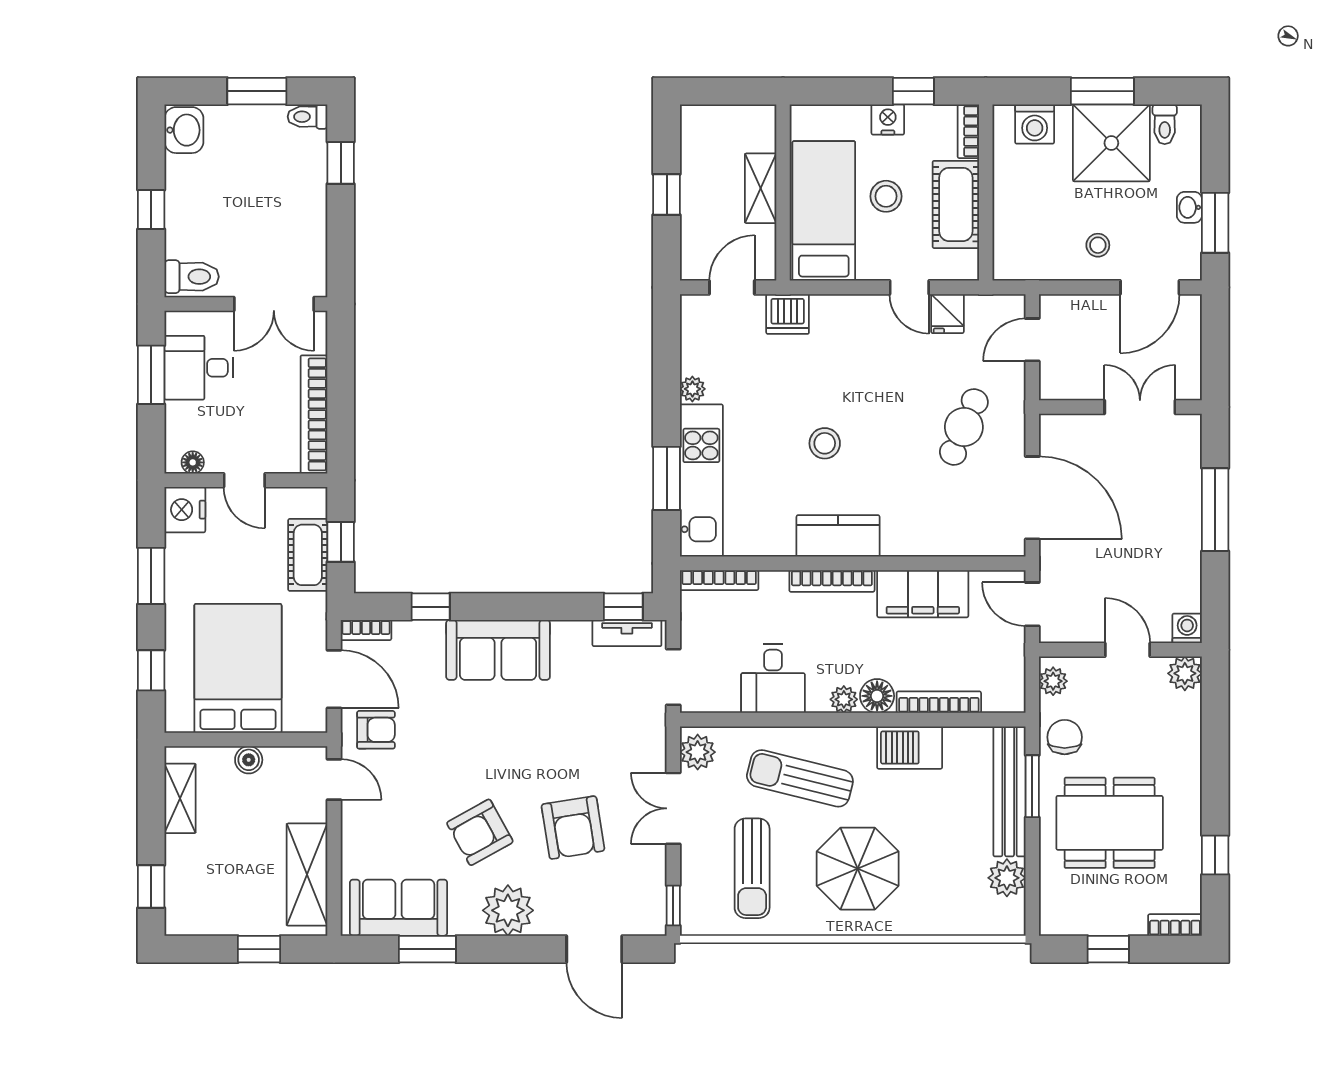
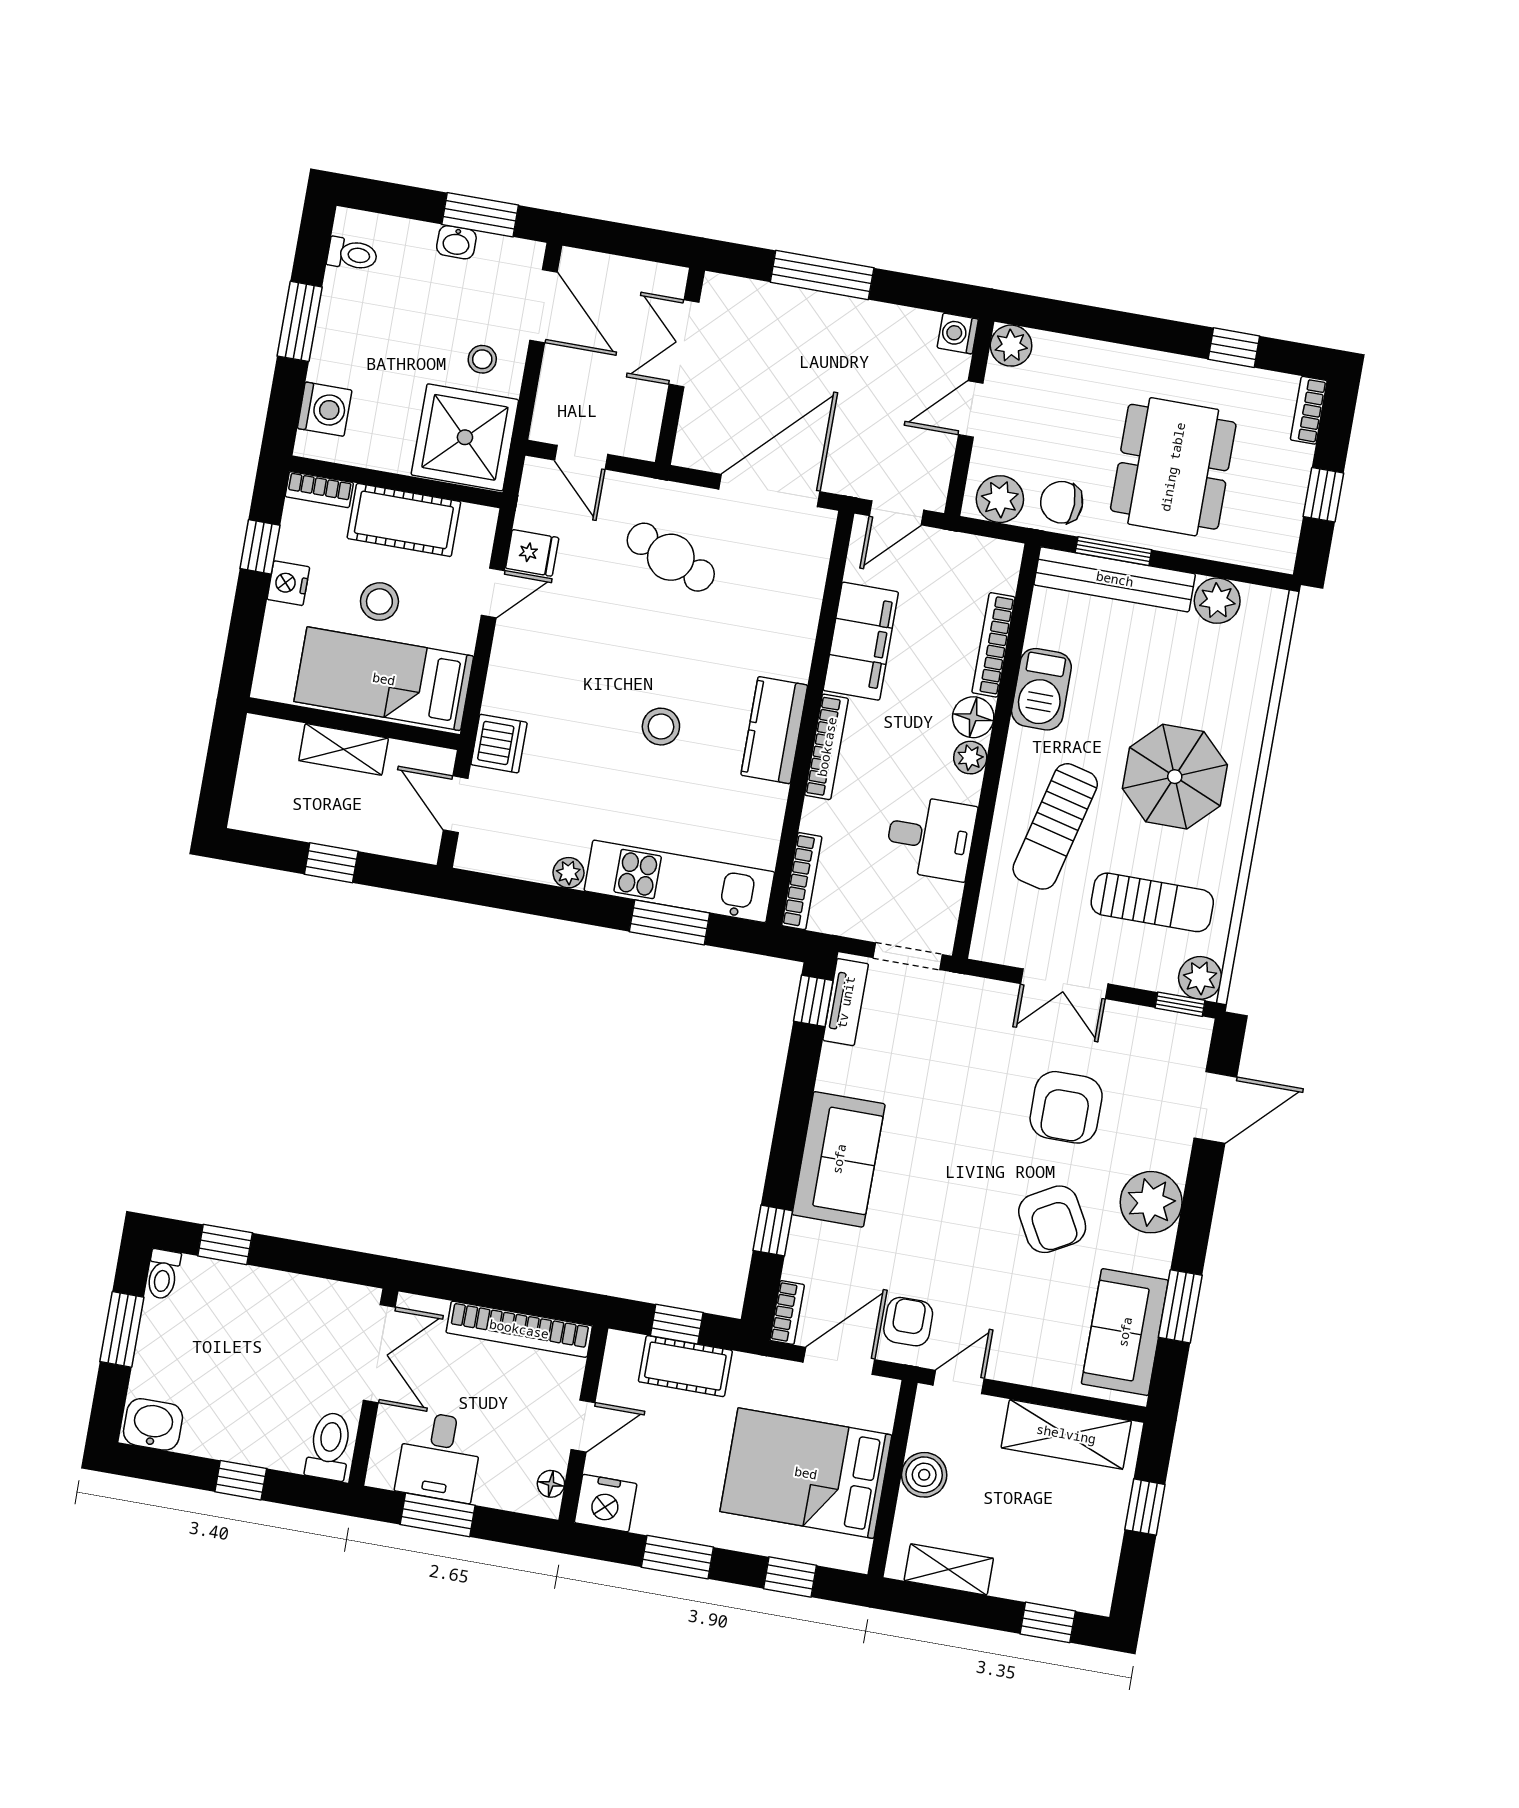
shower: (1111, 143) -> (465, 437), moved
plant: (1053, 681) -> (1000, 499), width x1.38, depth x1.38
plant: (698, 752) -> (1200, 978), moved
boiler: (249, 760) -> (924, 1475), width x1.36, depth x1.36
armchair: (573, 828) -> (1066, 1107), turned 99

